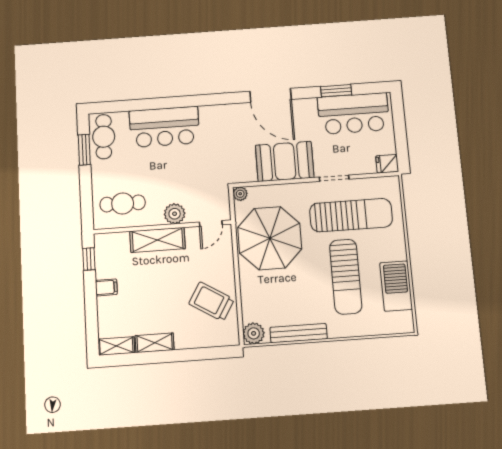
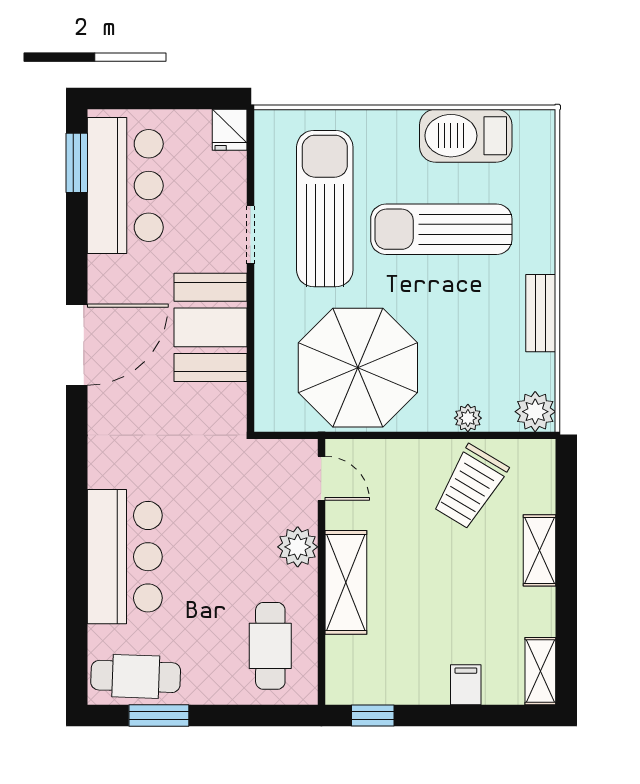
window: (336, 91) -> (77, 163), moved
plant: (240, 194) -> (468, 418), moved
sun lounger: (346, 277) -> (441, 229), turned 180
filing cabinet: (106, 287) -> (466, 685), moved
bench: (299, 333) -> (541, 313), width x0.73
shelving: (155, 343) -> (539, 550), moved

